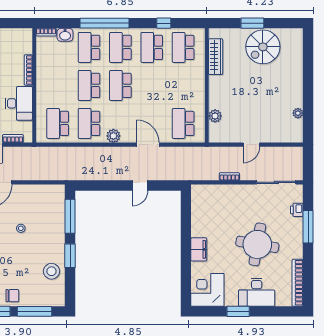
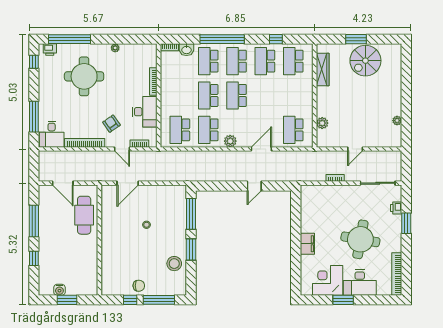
door: (148, 145) -> (261, 149), hinge flipped
window: (308, 227) -> (406, 223), width x0.69
corner desk: (207, 290) -> (328, 280), moved

